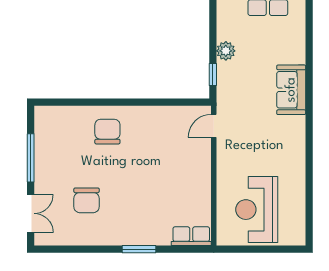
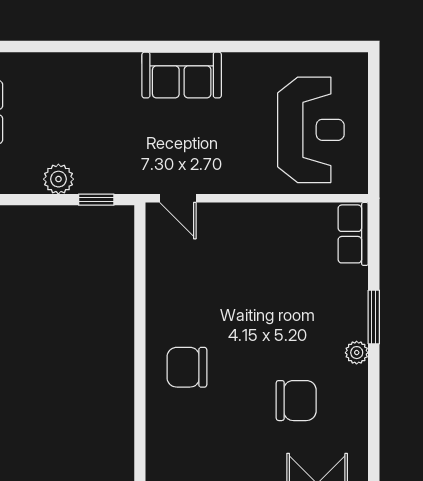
sofa: (291, 90) -> (182, 75), moved
reception desk: (257, 210) -> (311, 130), turned -90
plant: (117, 238) -> (357, 353), added

